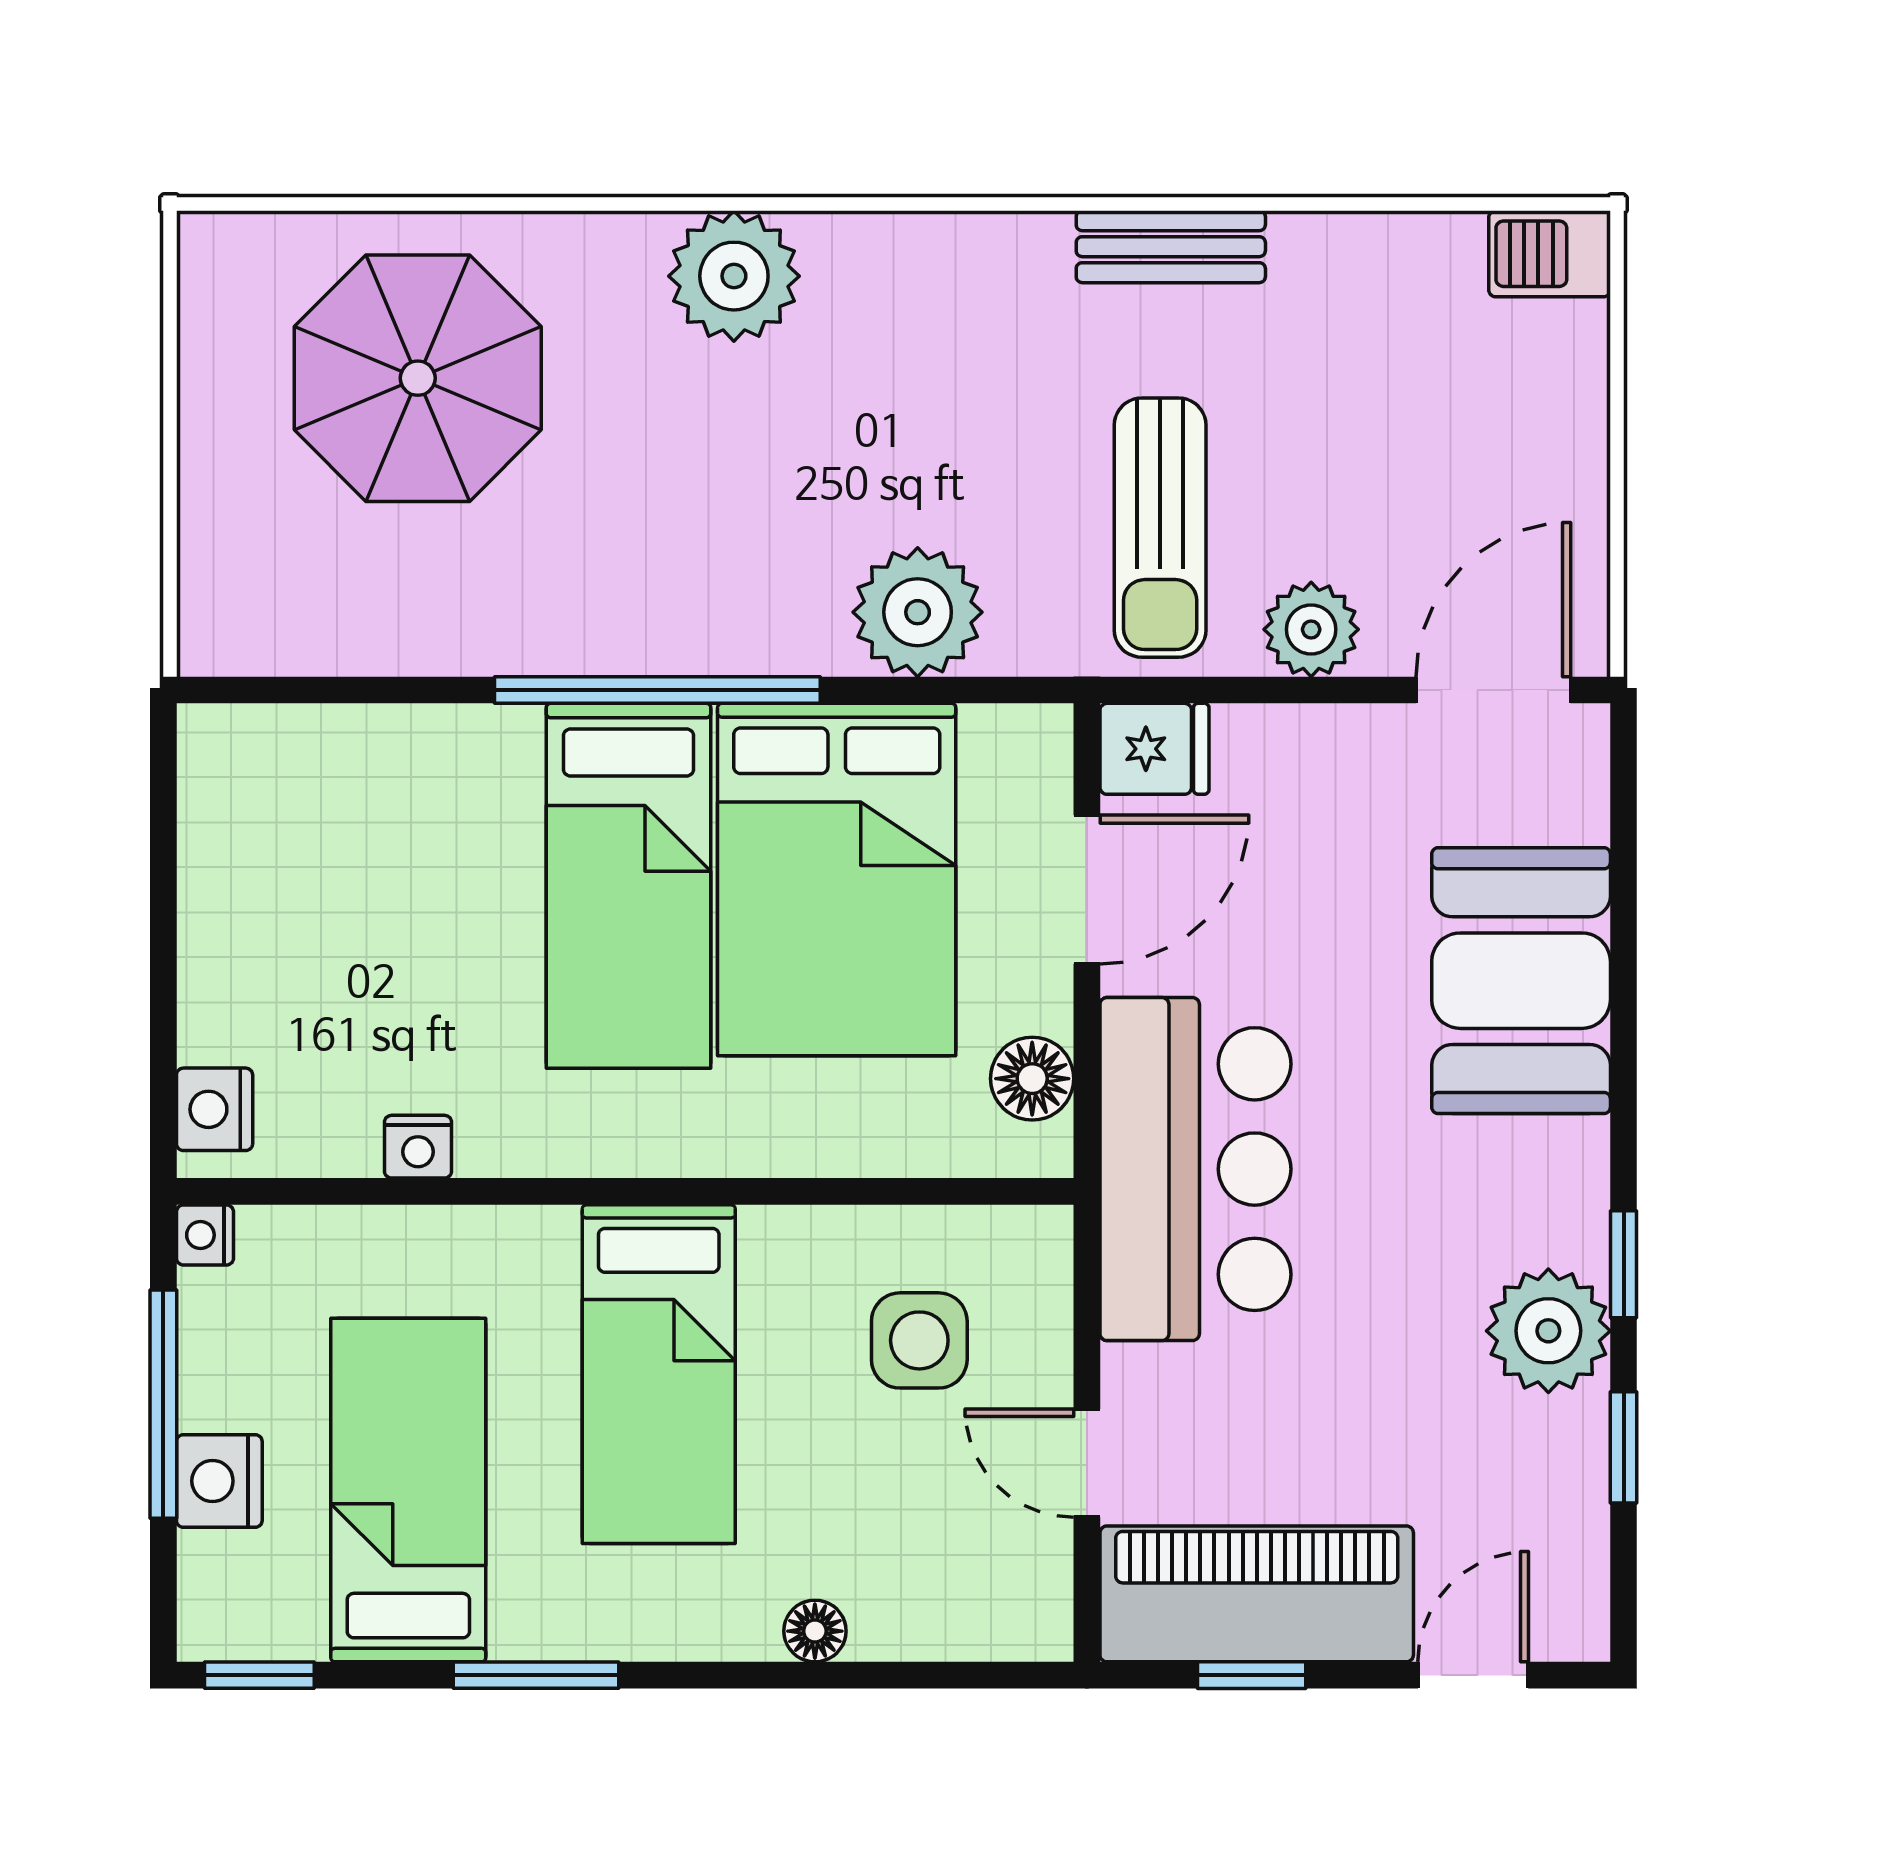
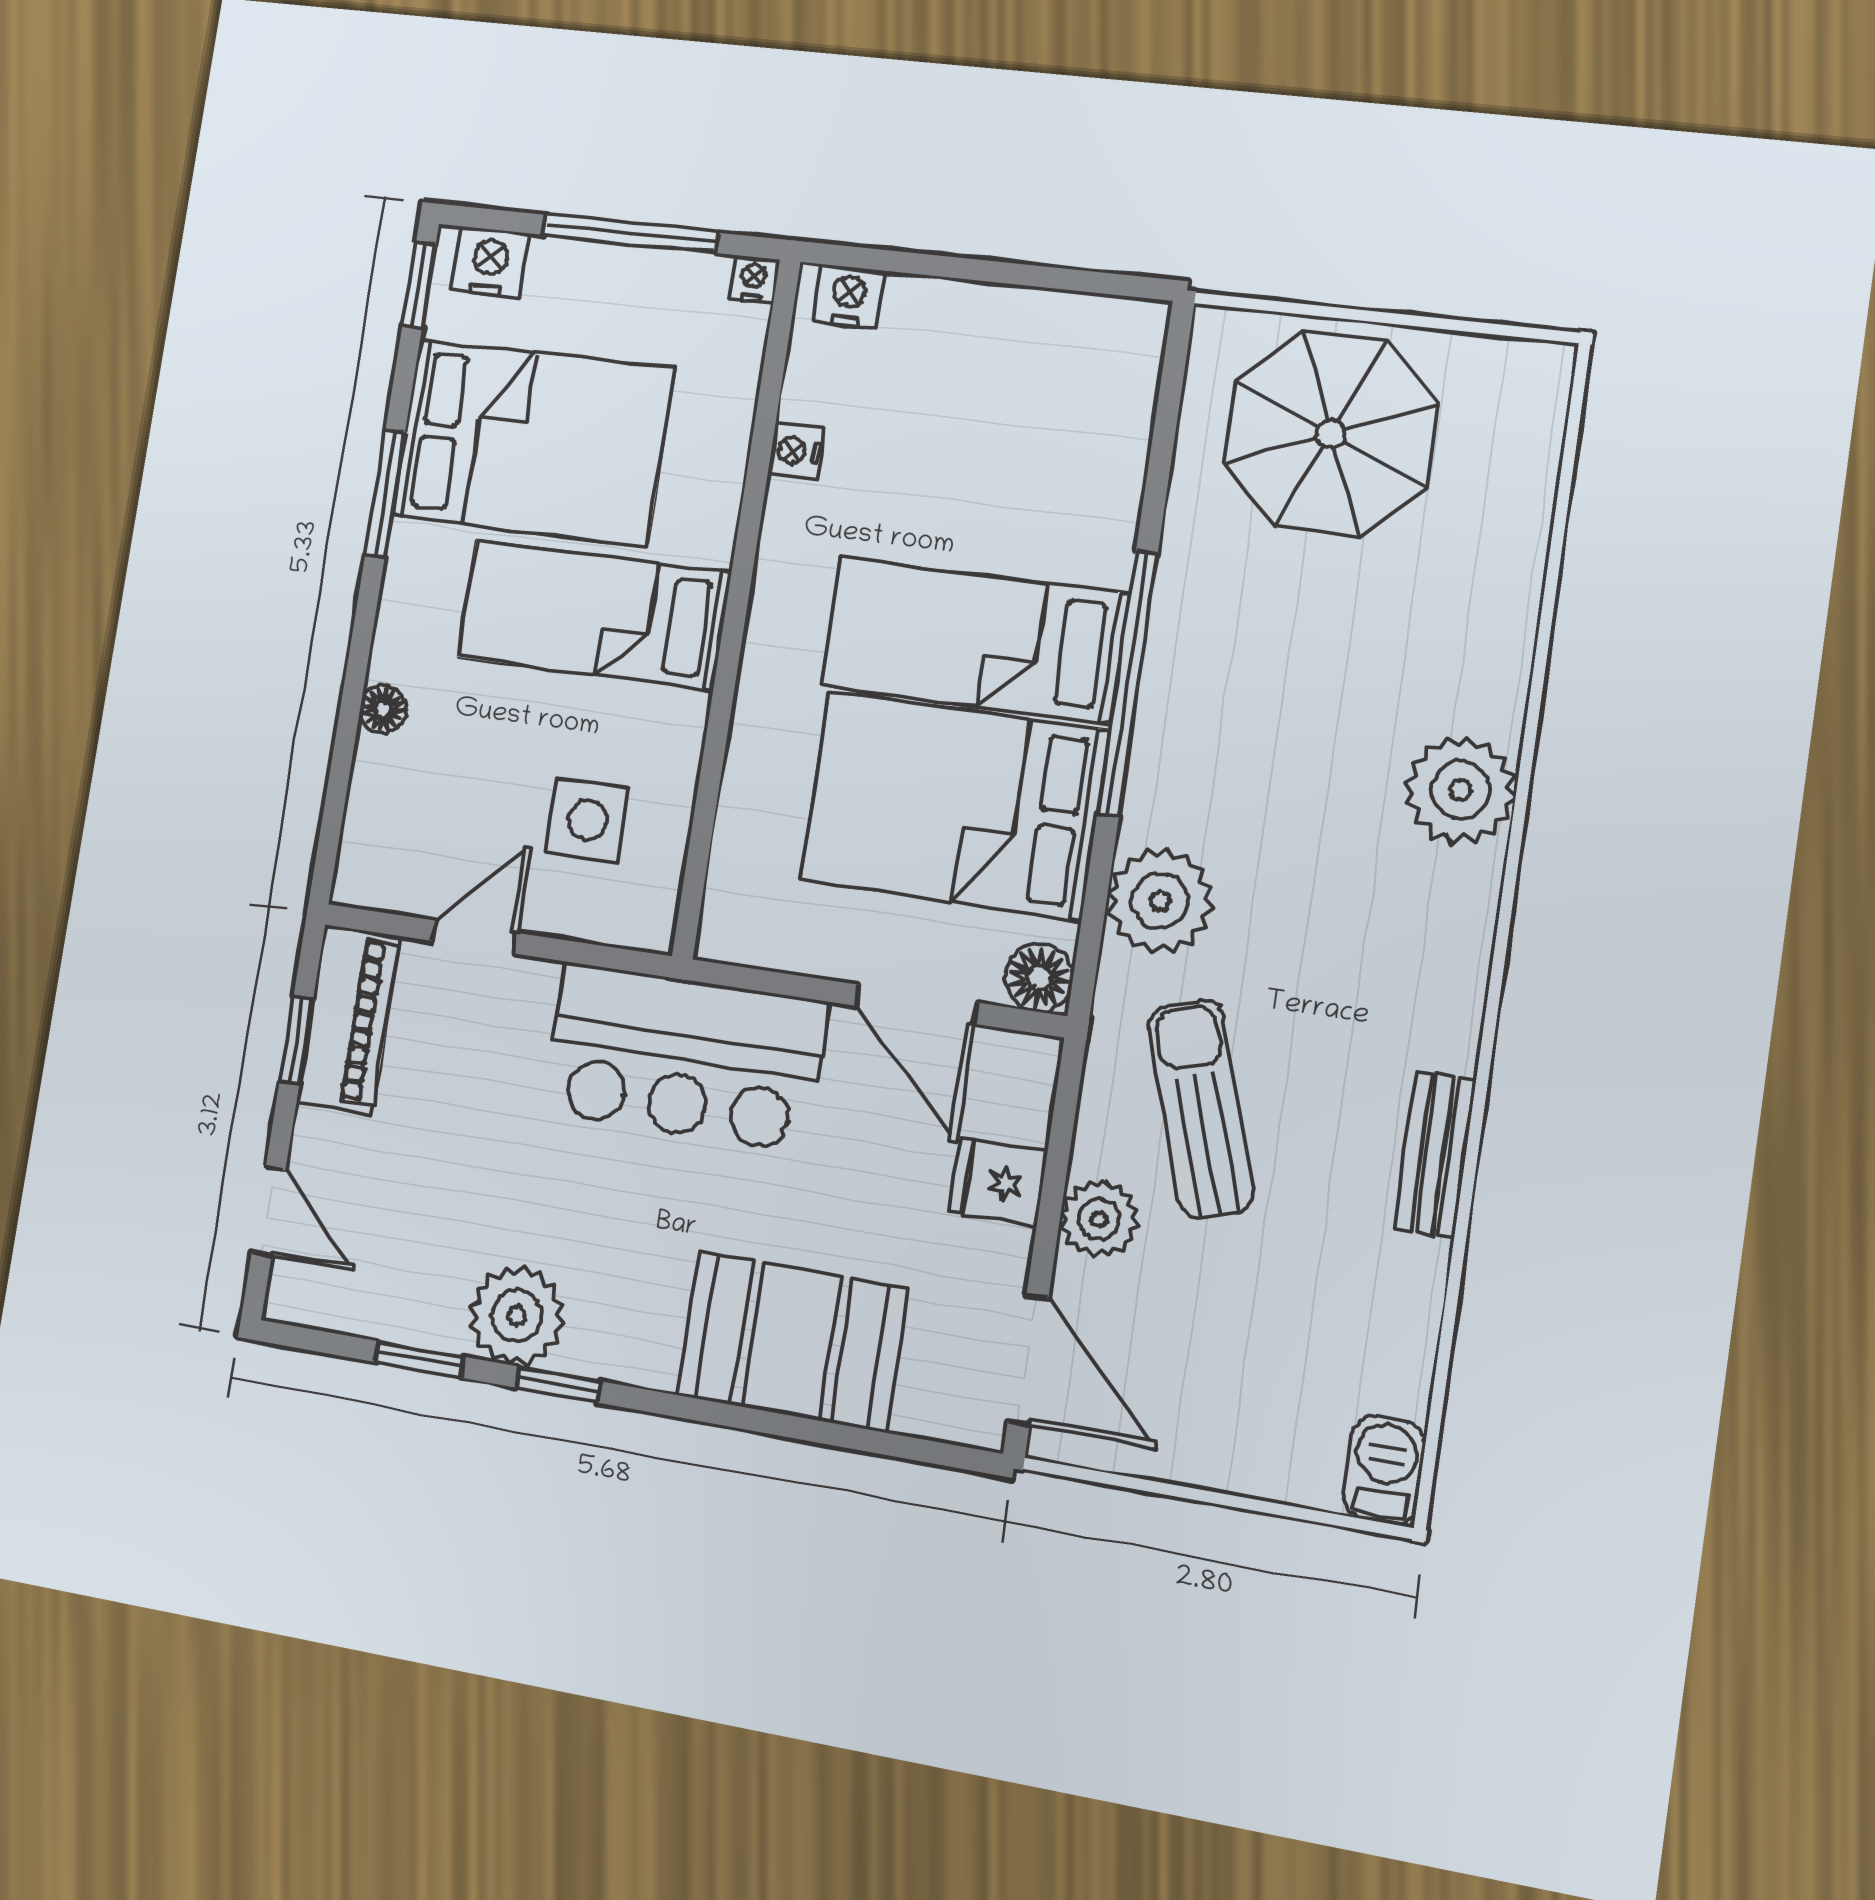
parasol: (418, 378) -> (1331, 434), moved
sun lounger: (1160, 528) -> (1201, 1109), turned 72
fridge: (1154, 749) -> (998, 1182), moved, turned 90
floor lamp: (1032, 1079) -> (1039, 978), moved
nightstand: (219, 1481) -> (490, 262), moved
bed: (408, 1490) -> (533, 442), width x1.50
piano: (1257, 1594) -> (349, 1019), width x0.73, depth x0.75

